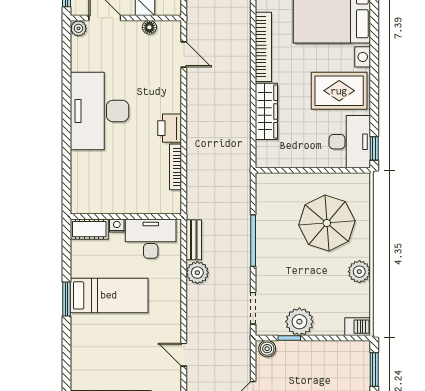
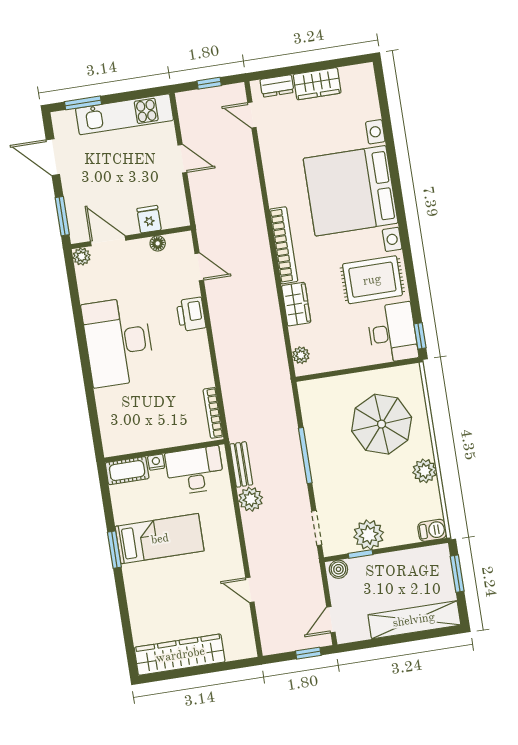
wardrobe: (266, 111) -> (296, 304), width x0.67
printer: (170, 128) -> (191, 314), moved
plant: (263, 149) -> (301, 355), added
bookcase: (176, 167) -> (213, 413), moved

